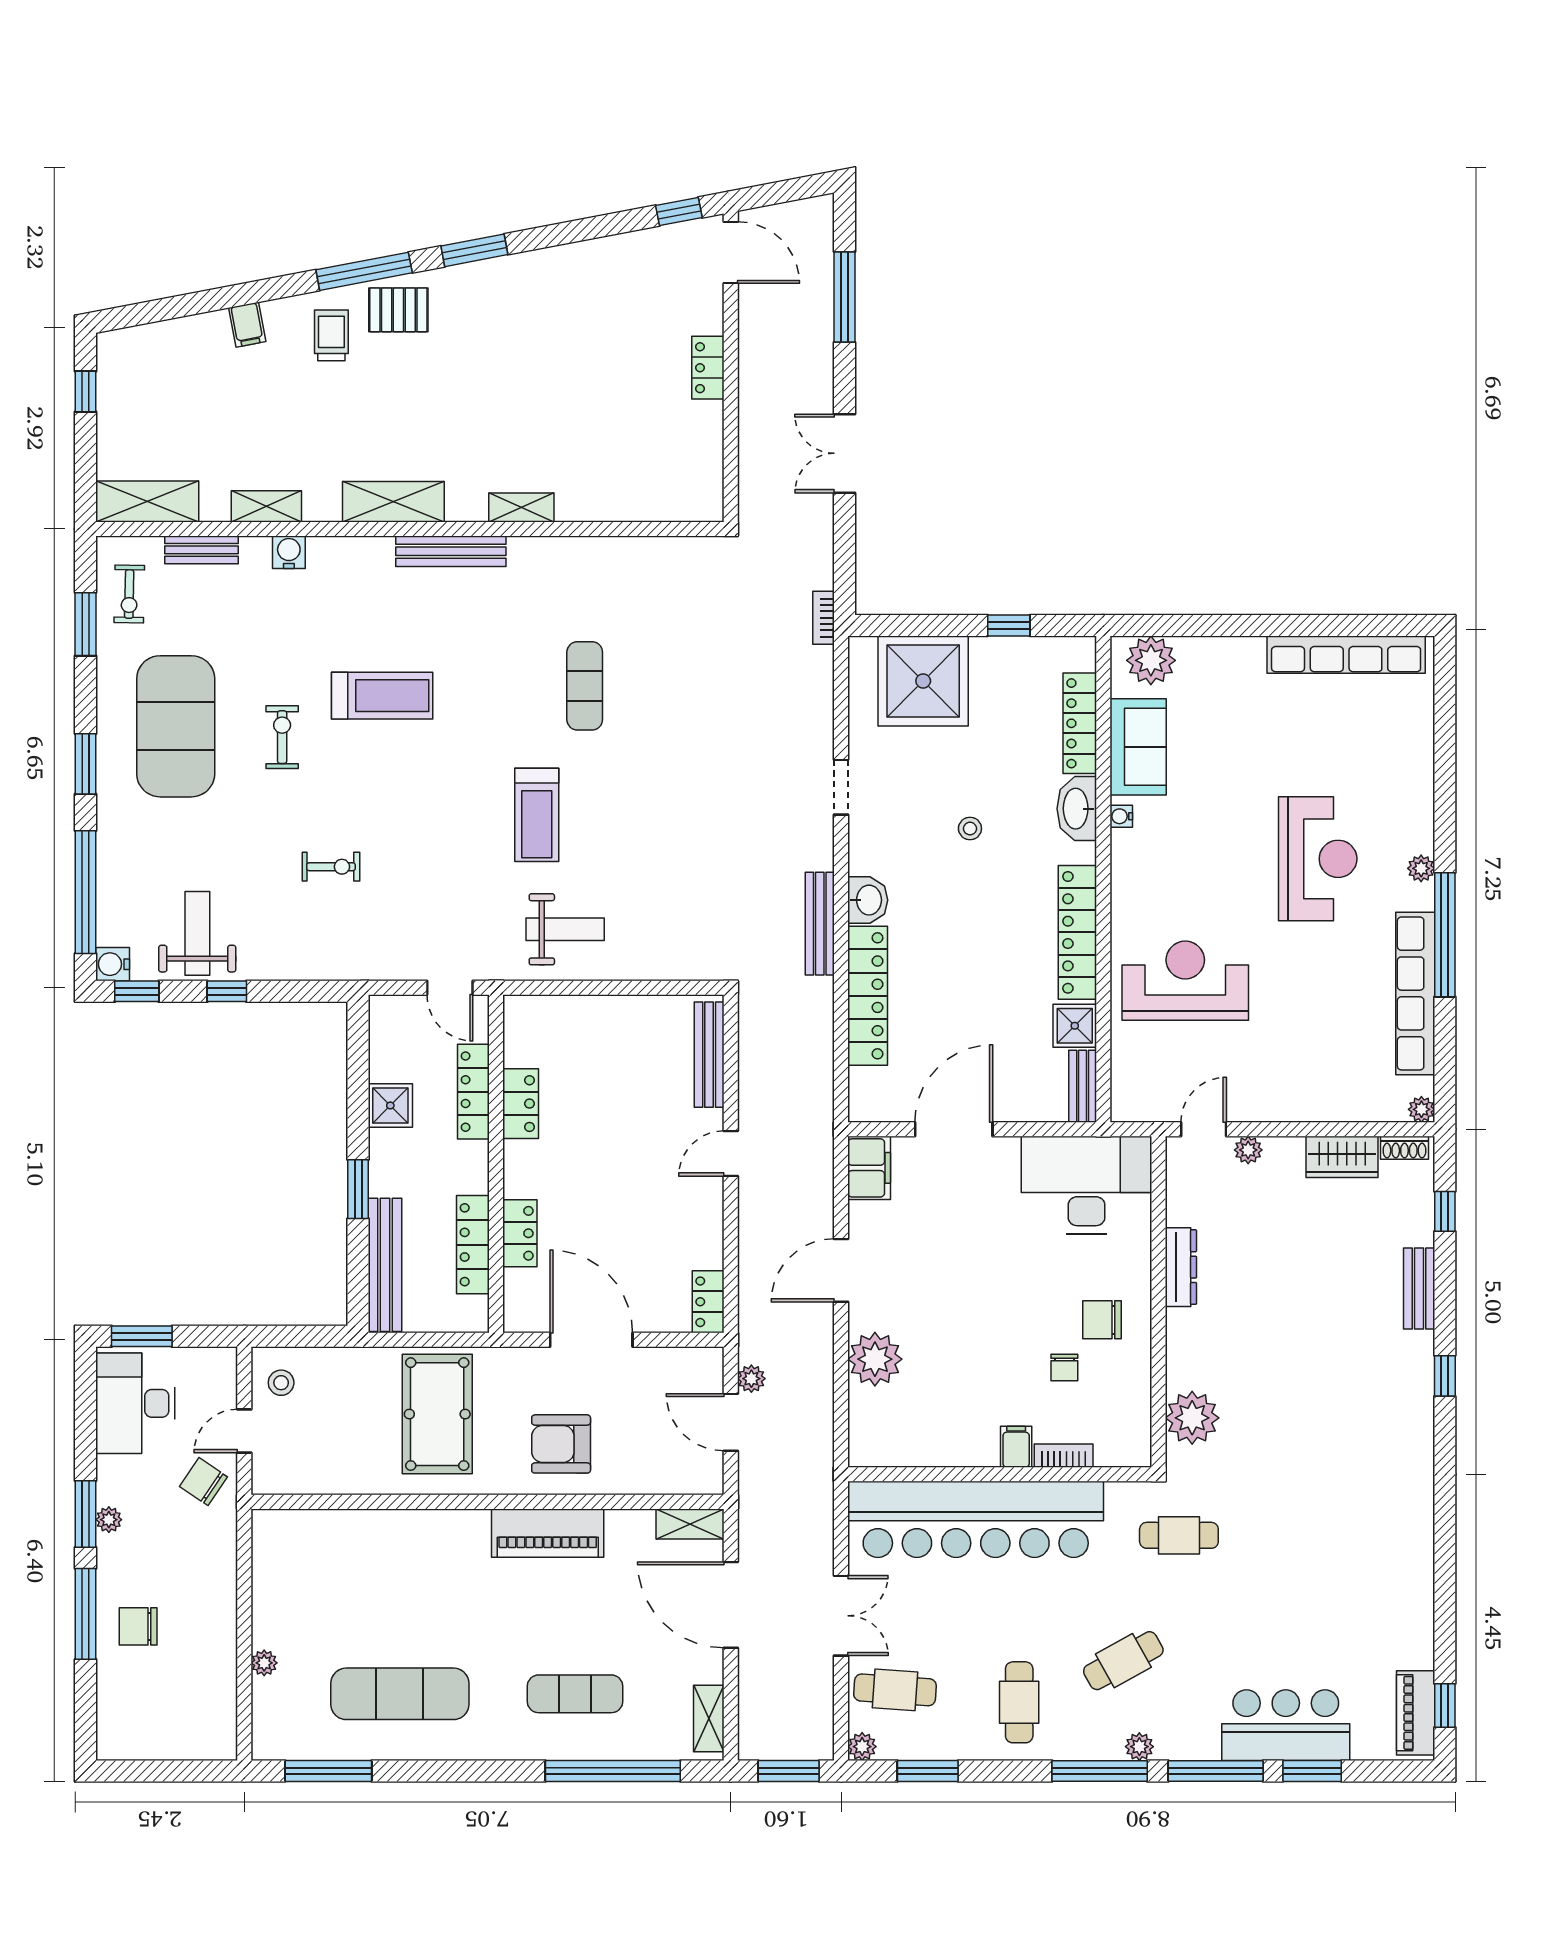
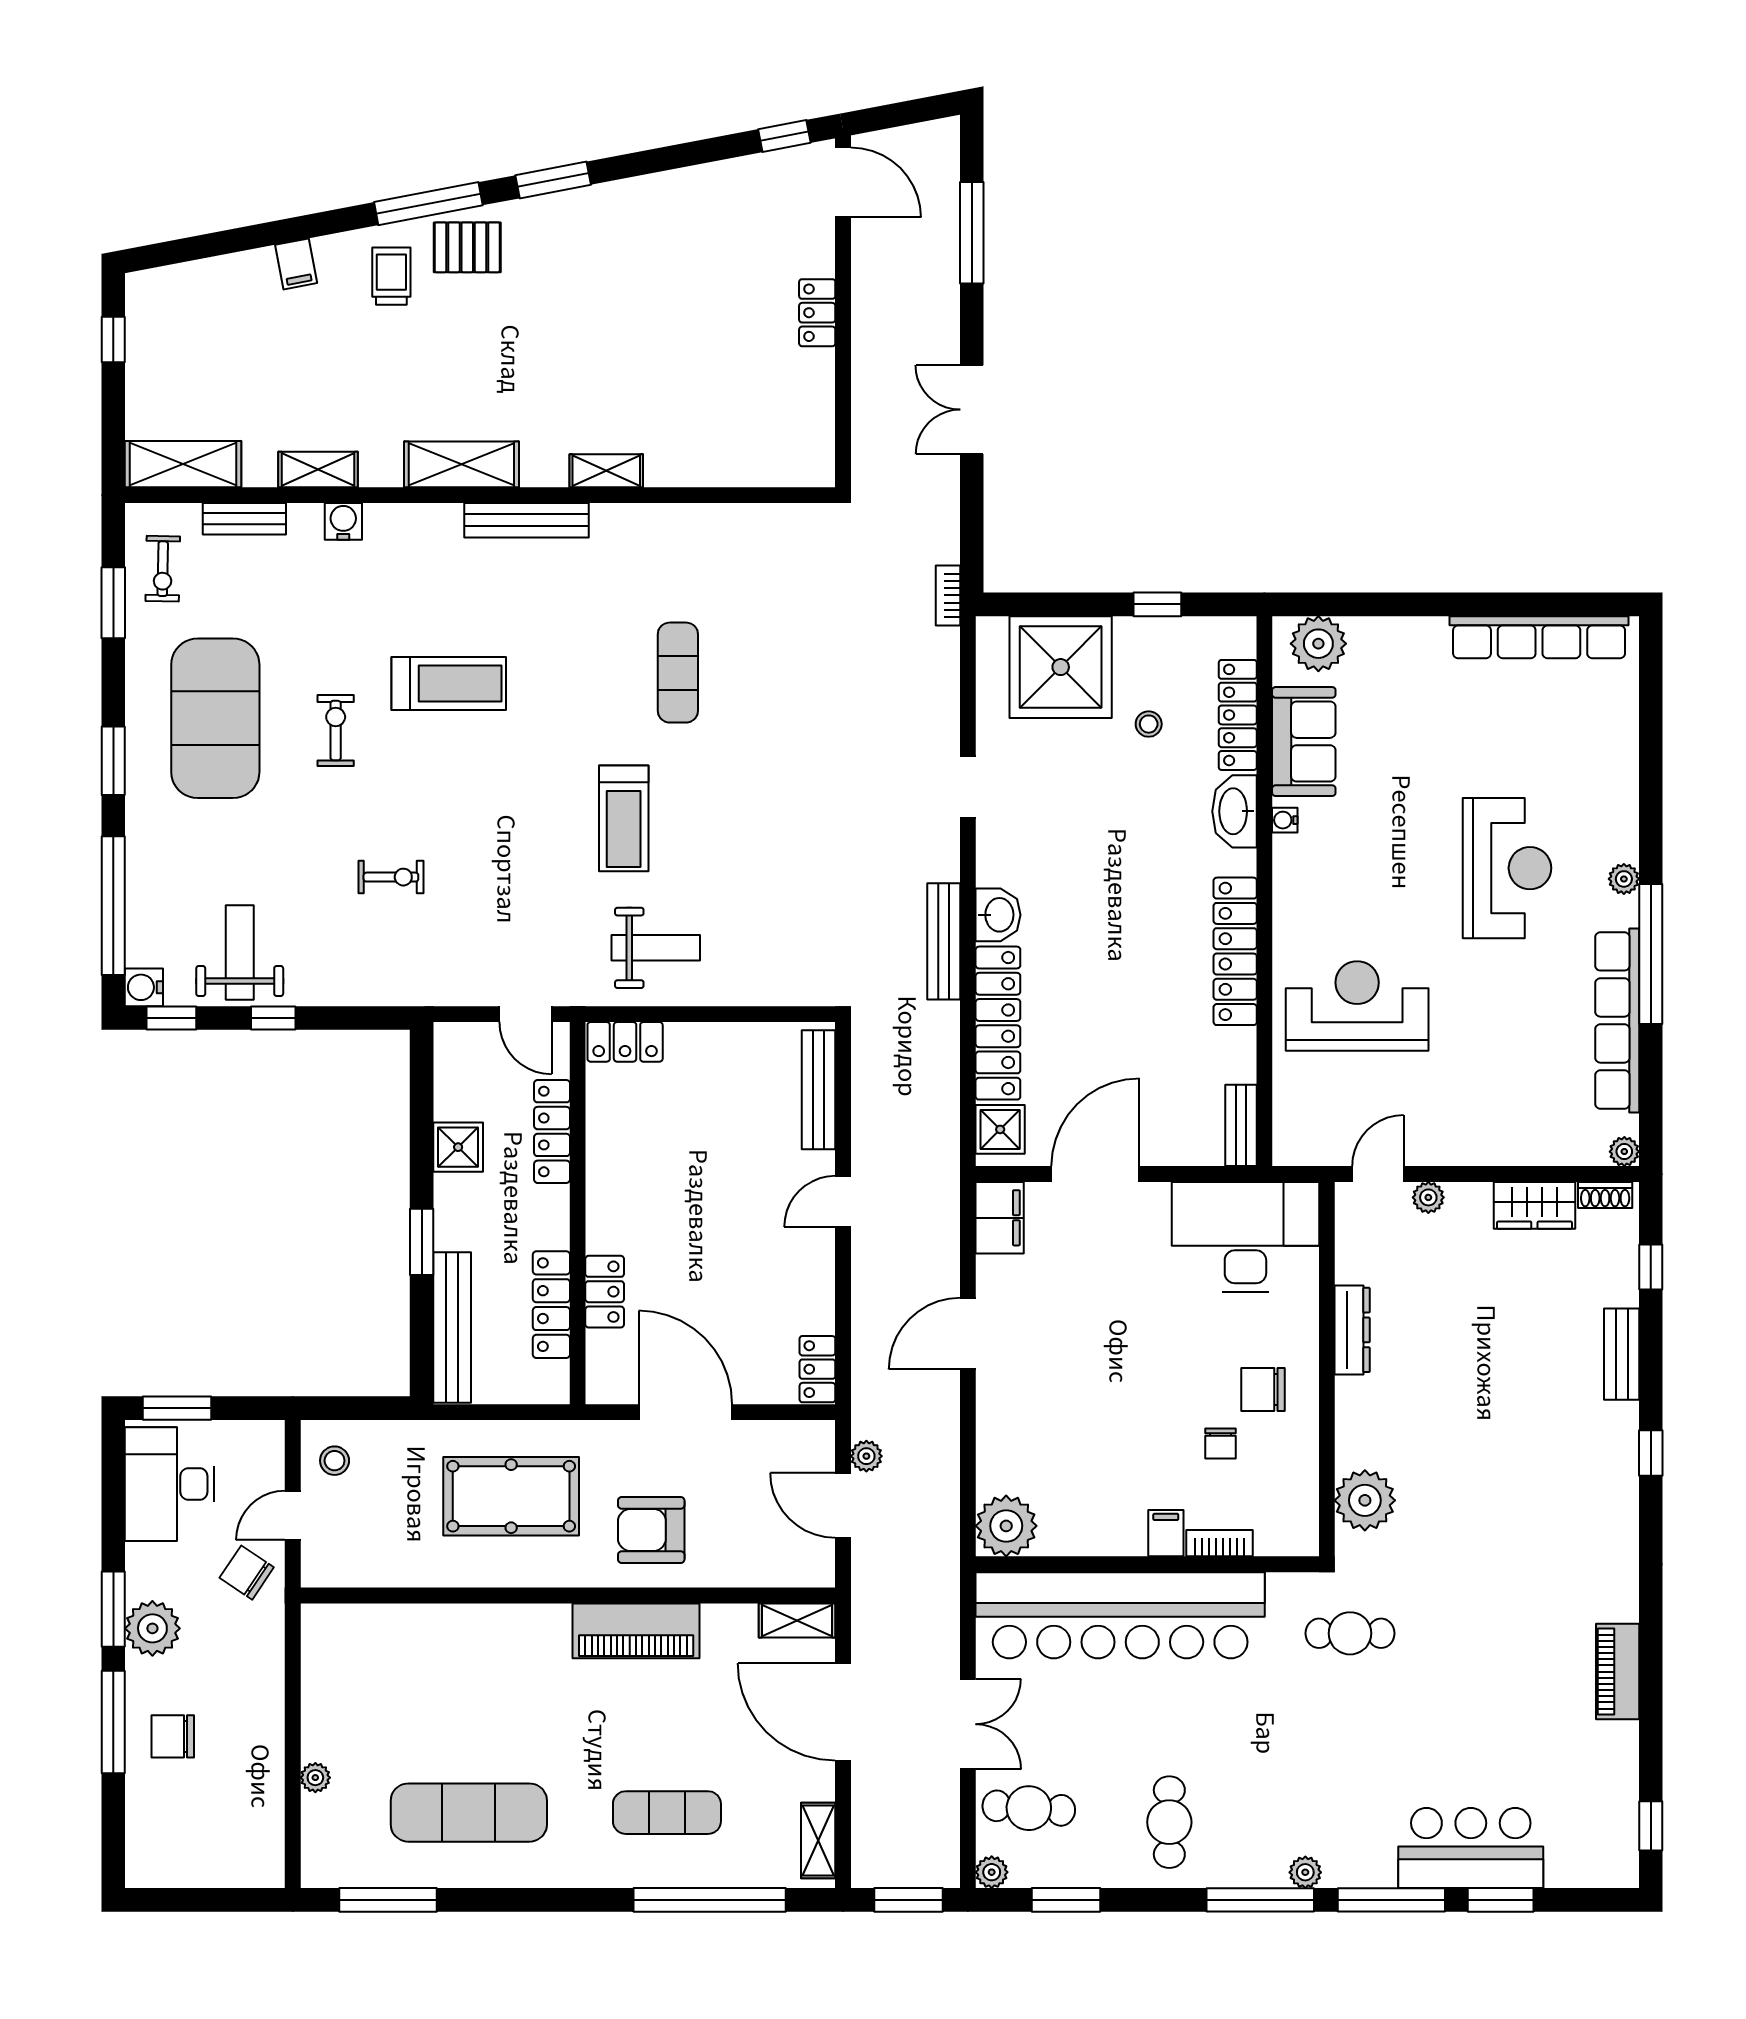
stool: (970, 829) -> (1149, 724), moved
shower: (1075, 1026) -> (1000, 1129), moved
locker: (521, 1104) -> (625, 1042), moved, turned 90
plant: (875, 1359) -> (1006, 1526), moved
pool table: (437, 1414) -> (511, 1496), turned 90
plant: (109, 1520) -> (152, 1628), width x1.88, depth x1.88
cafe table: (1123, 1661) -> (1287, 1775), removed
piano: (1416, 1713) -> (1618, 1672), moved

